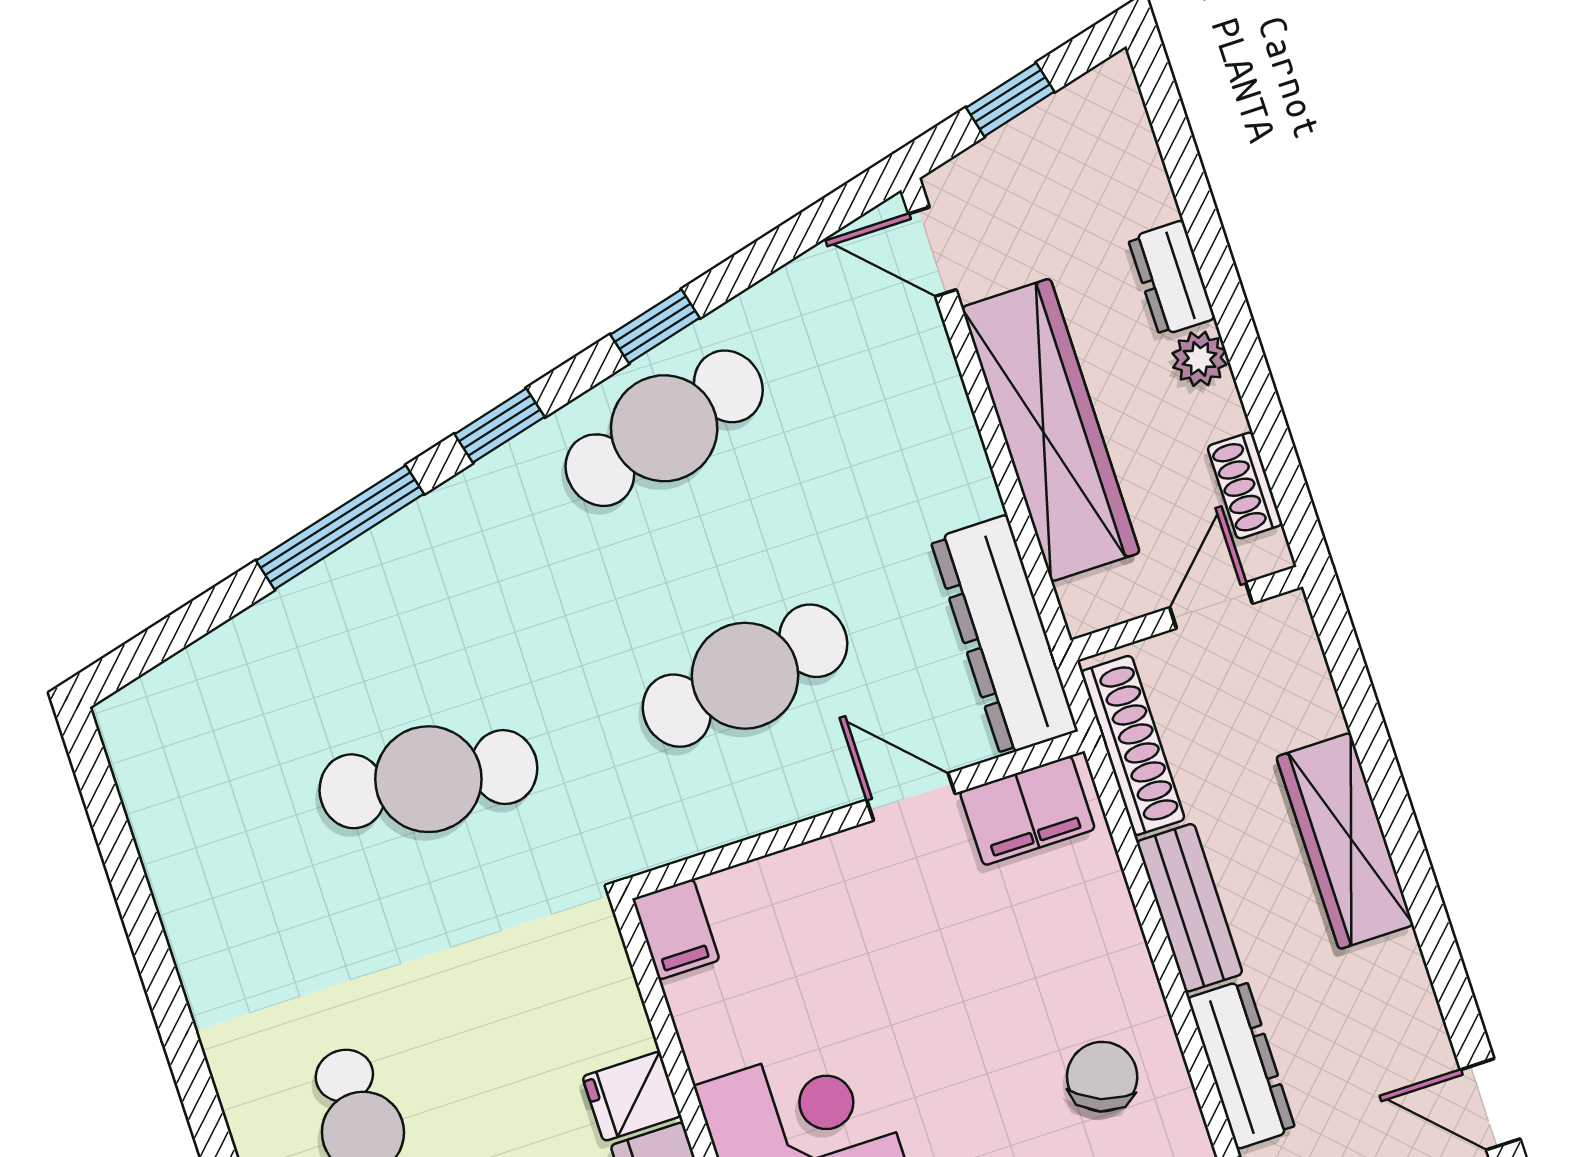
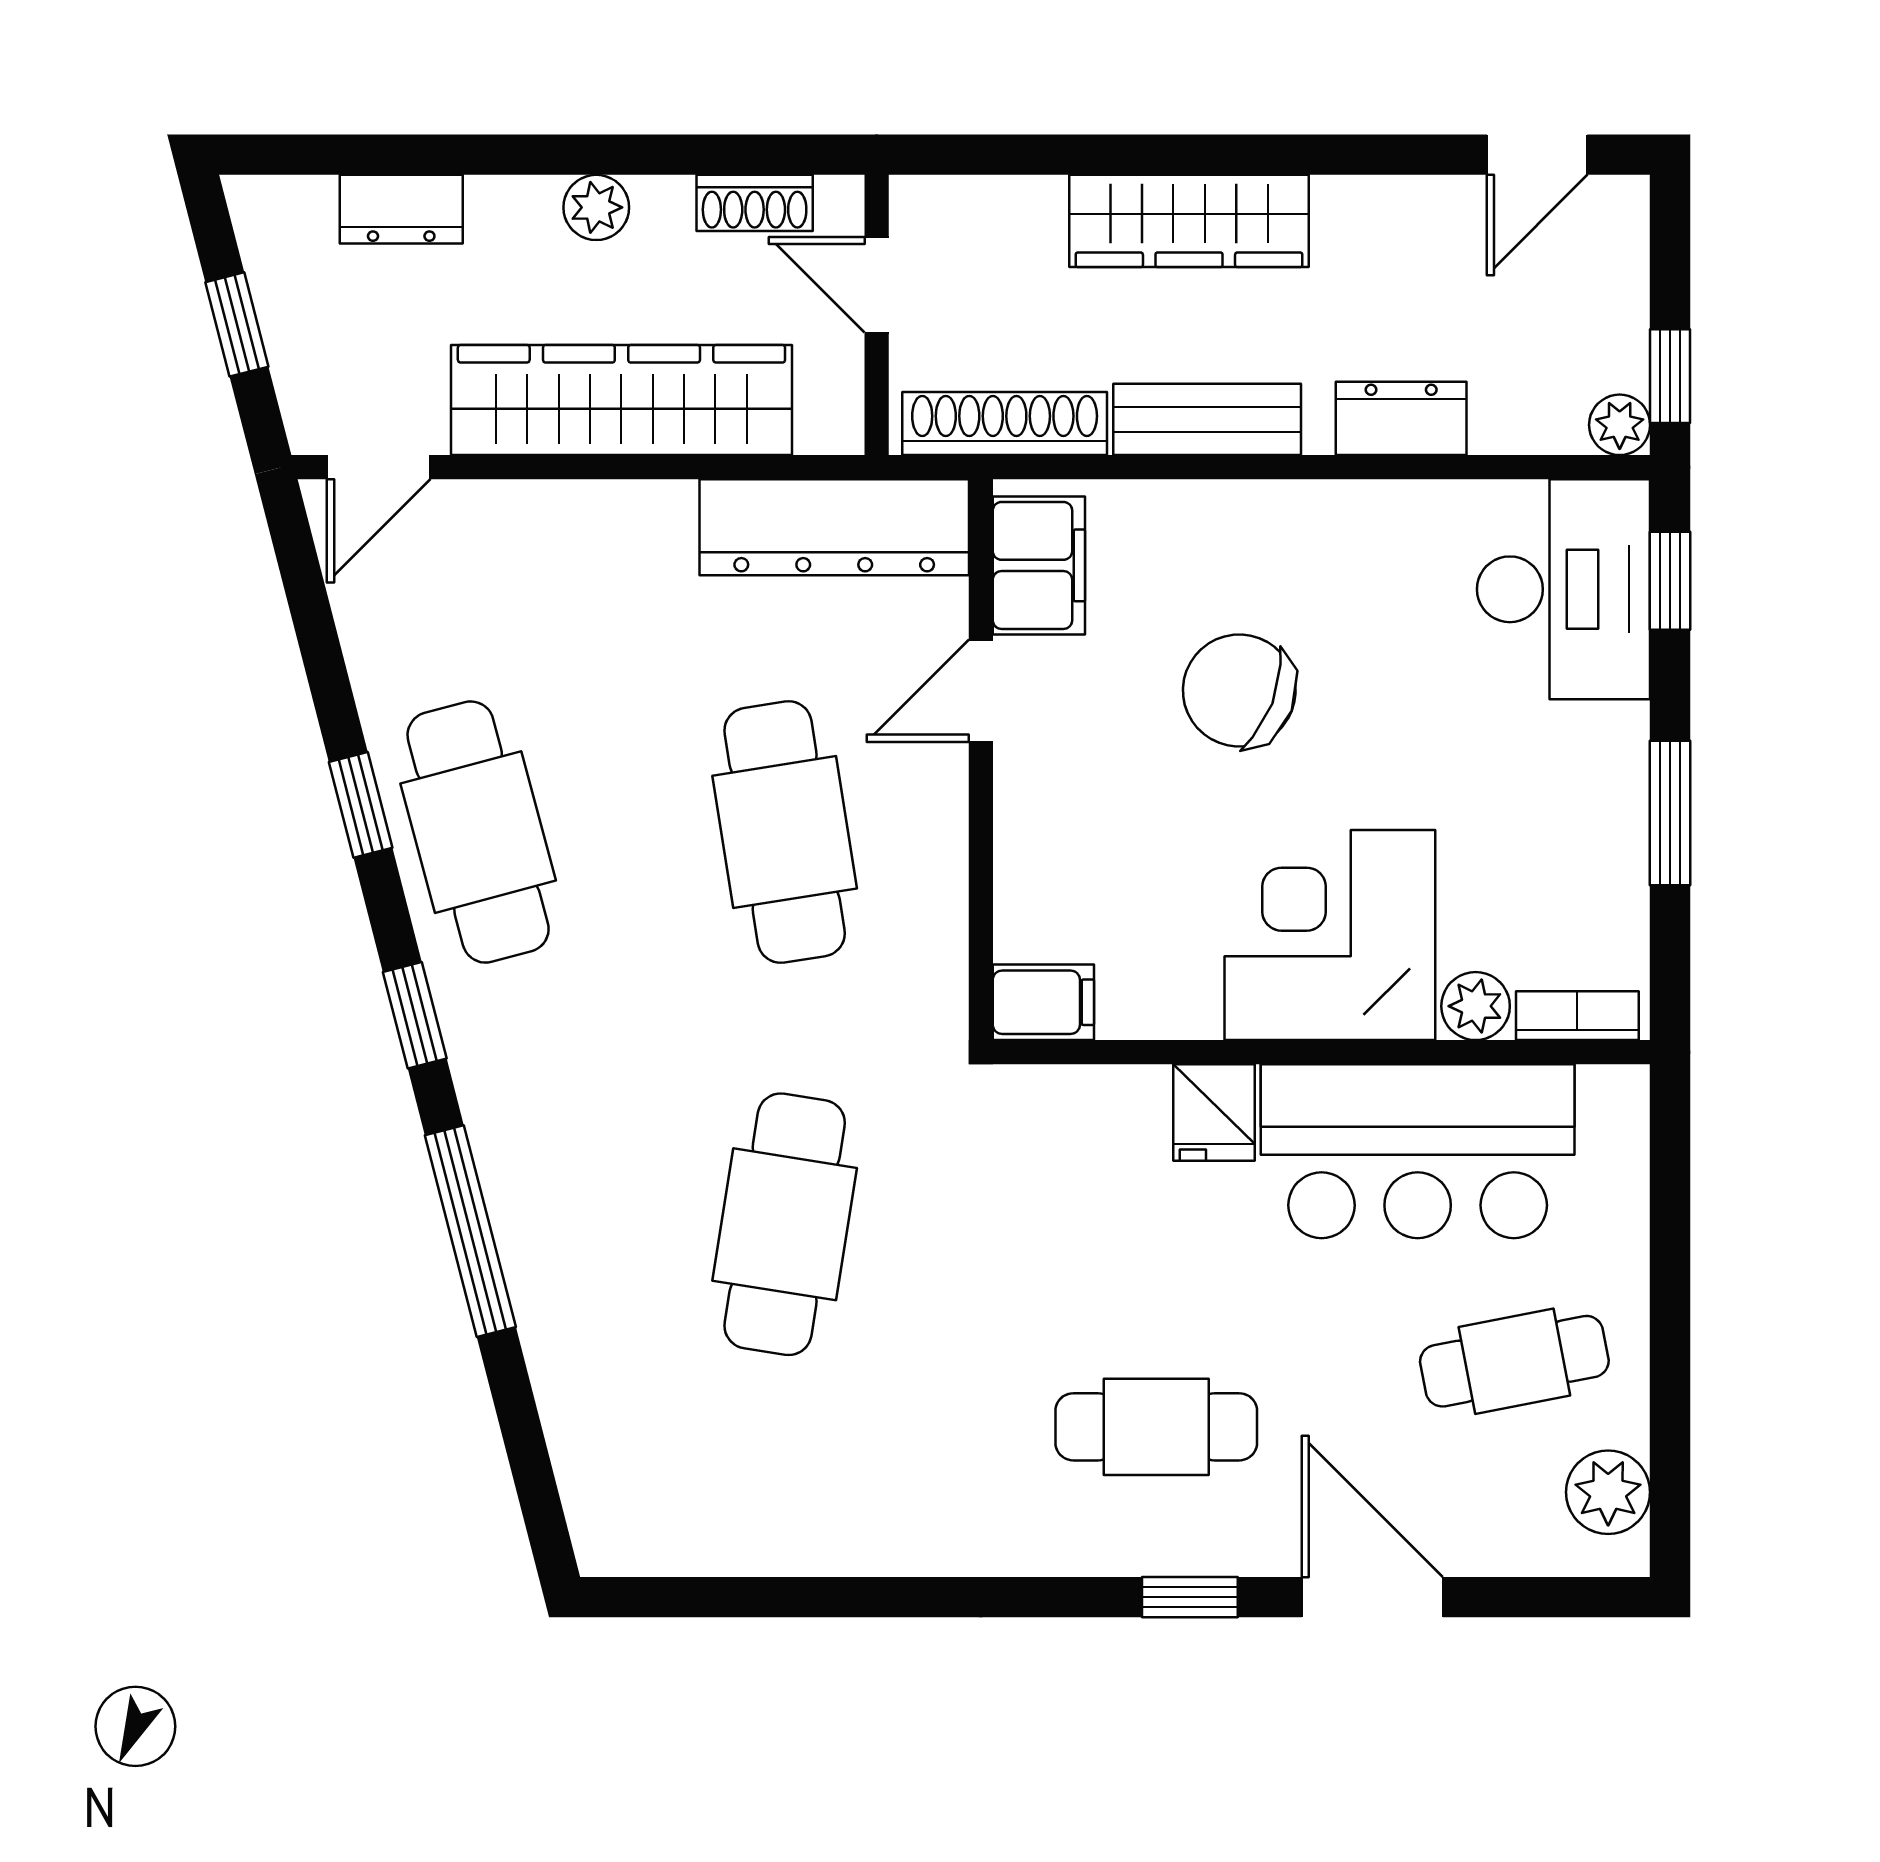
dresser: (1171, 278) -> (401, 209), moved
dresser: (1241, 1064) -> (1401, 418), width x0.70
chair: (1102, 1077) -> (1239, 691), moved, width x1.37, depth x1.37

